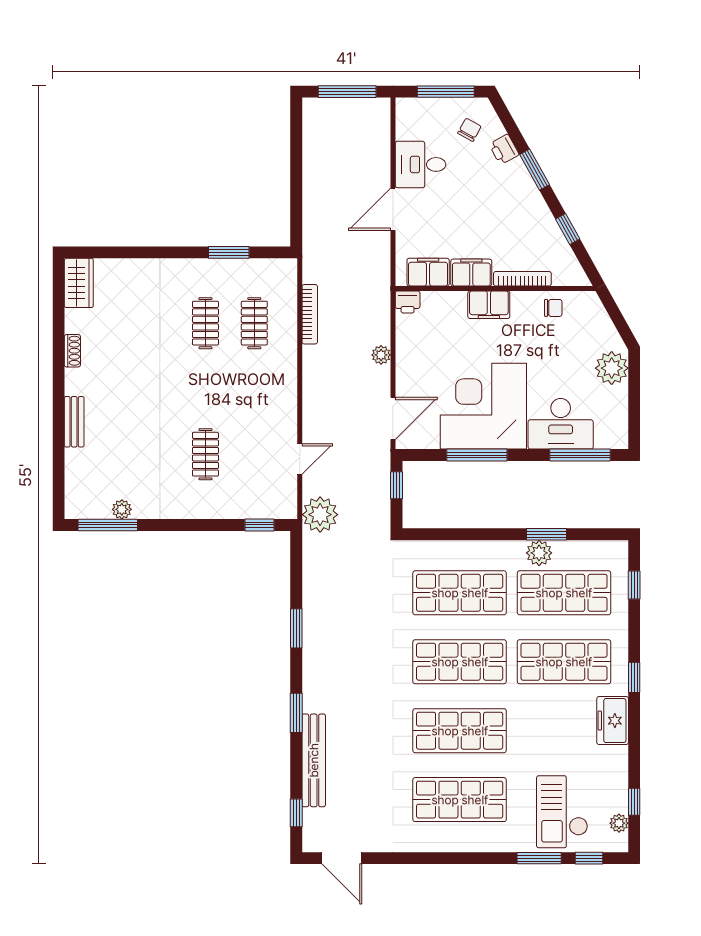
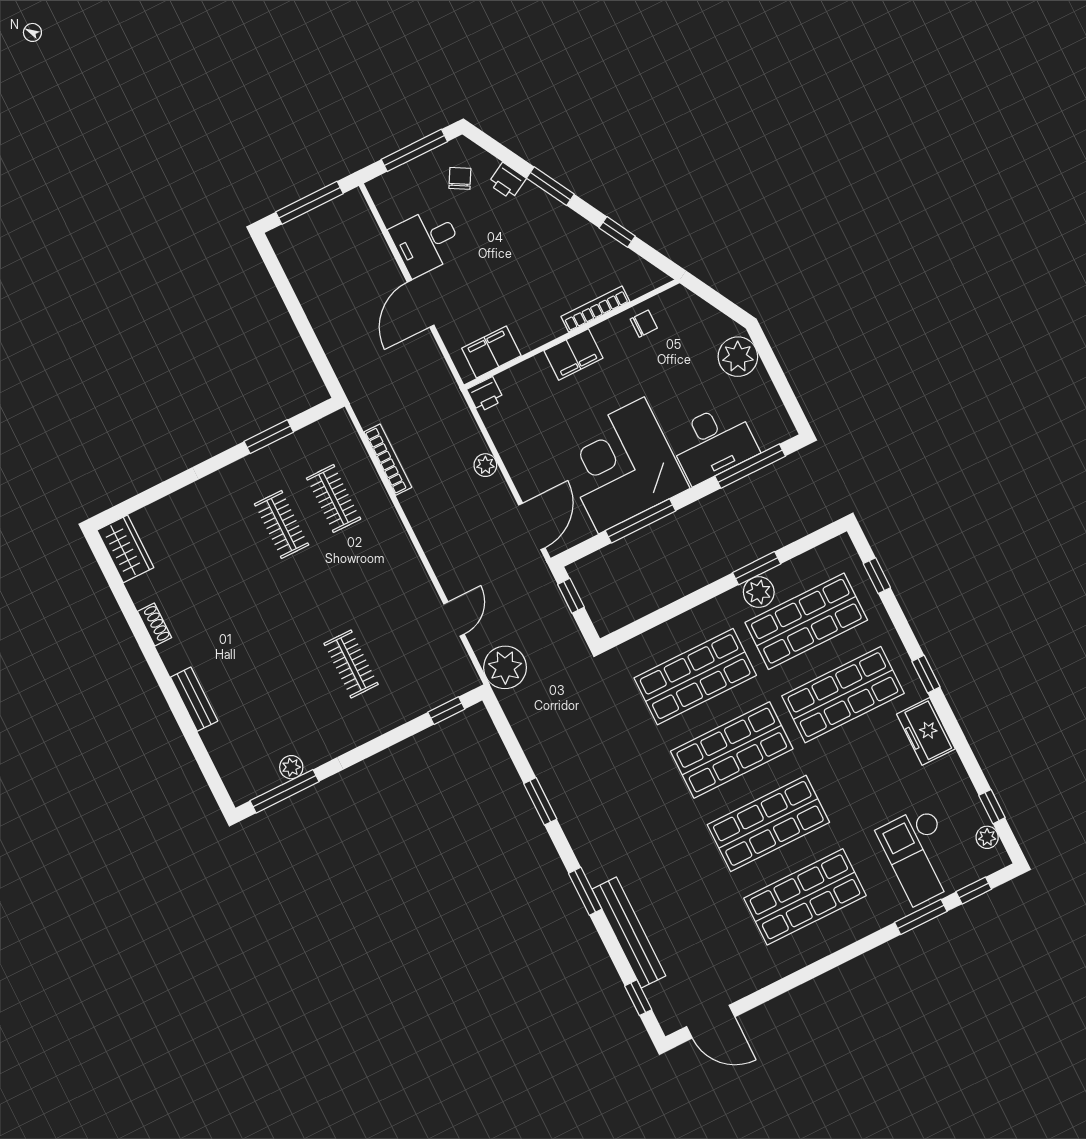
filing cabinet: (471, 273) -> (538, 329), removed

